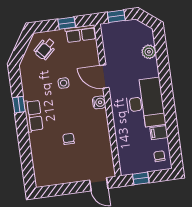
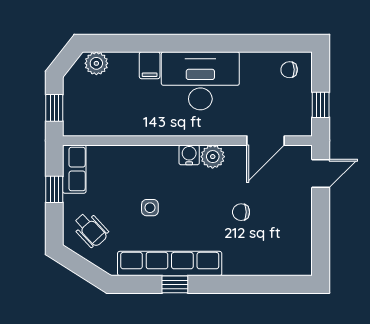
plant: (149, 52) -> (96, 63), moved
door: (104, 77) -> (266, 141), moved
row of seats: (33, 116) -> (170, 264), width x2.02
plant: (100, 117) -> (213, 157), added
filing cabinet: (159, 133) -> (150, 65), moved

